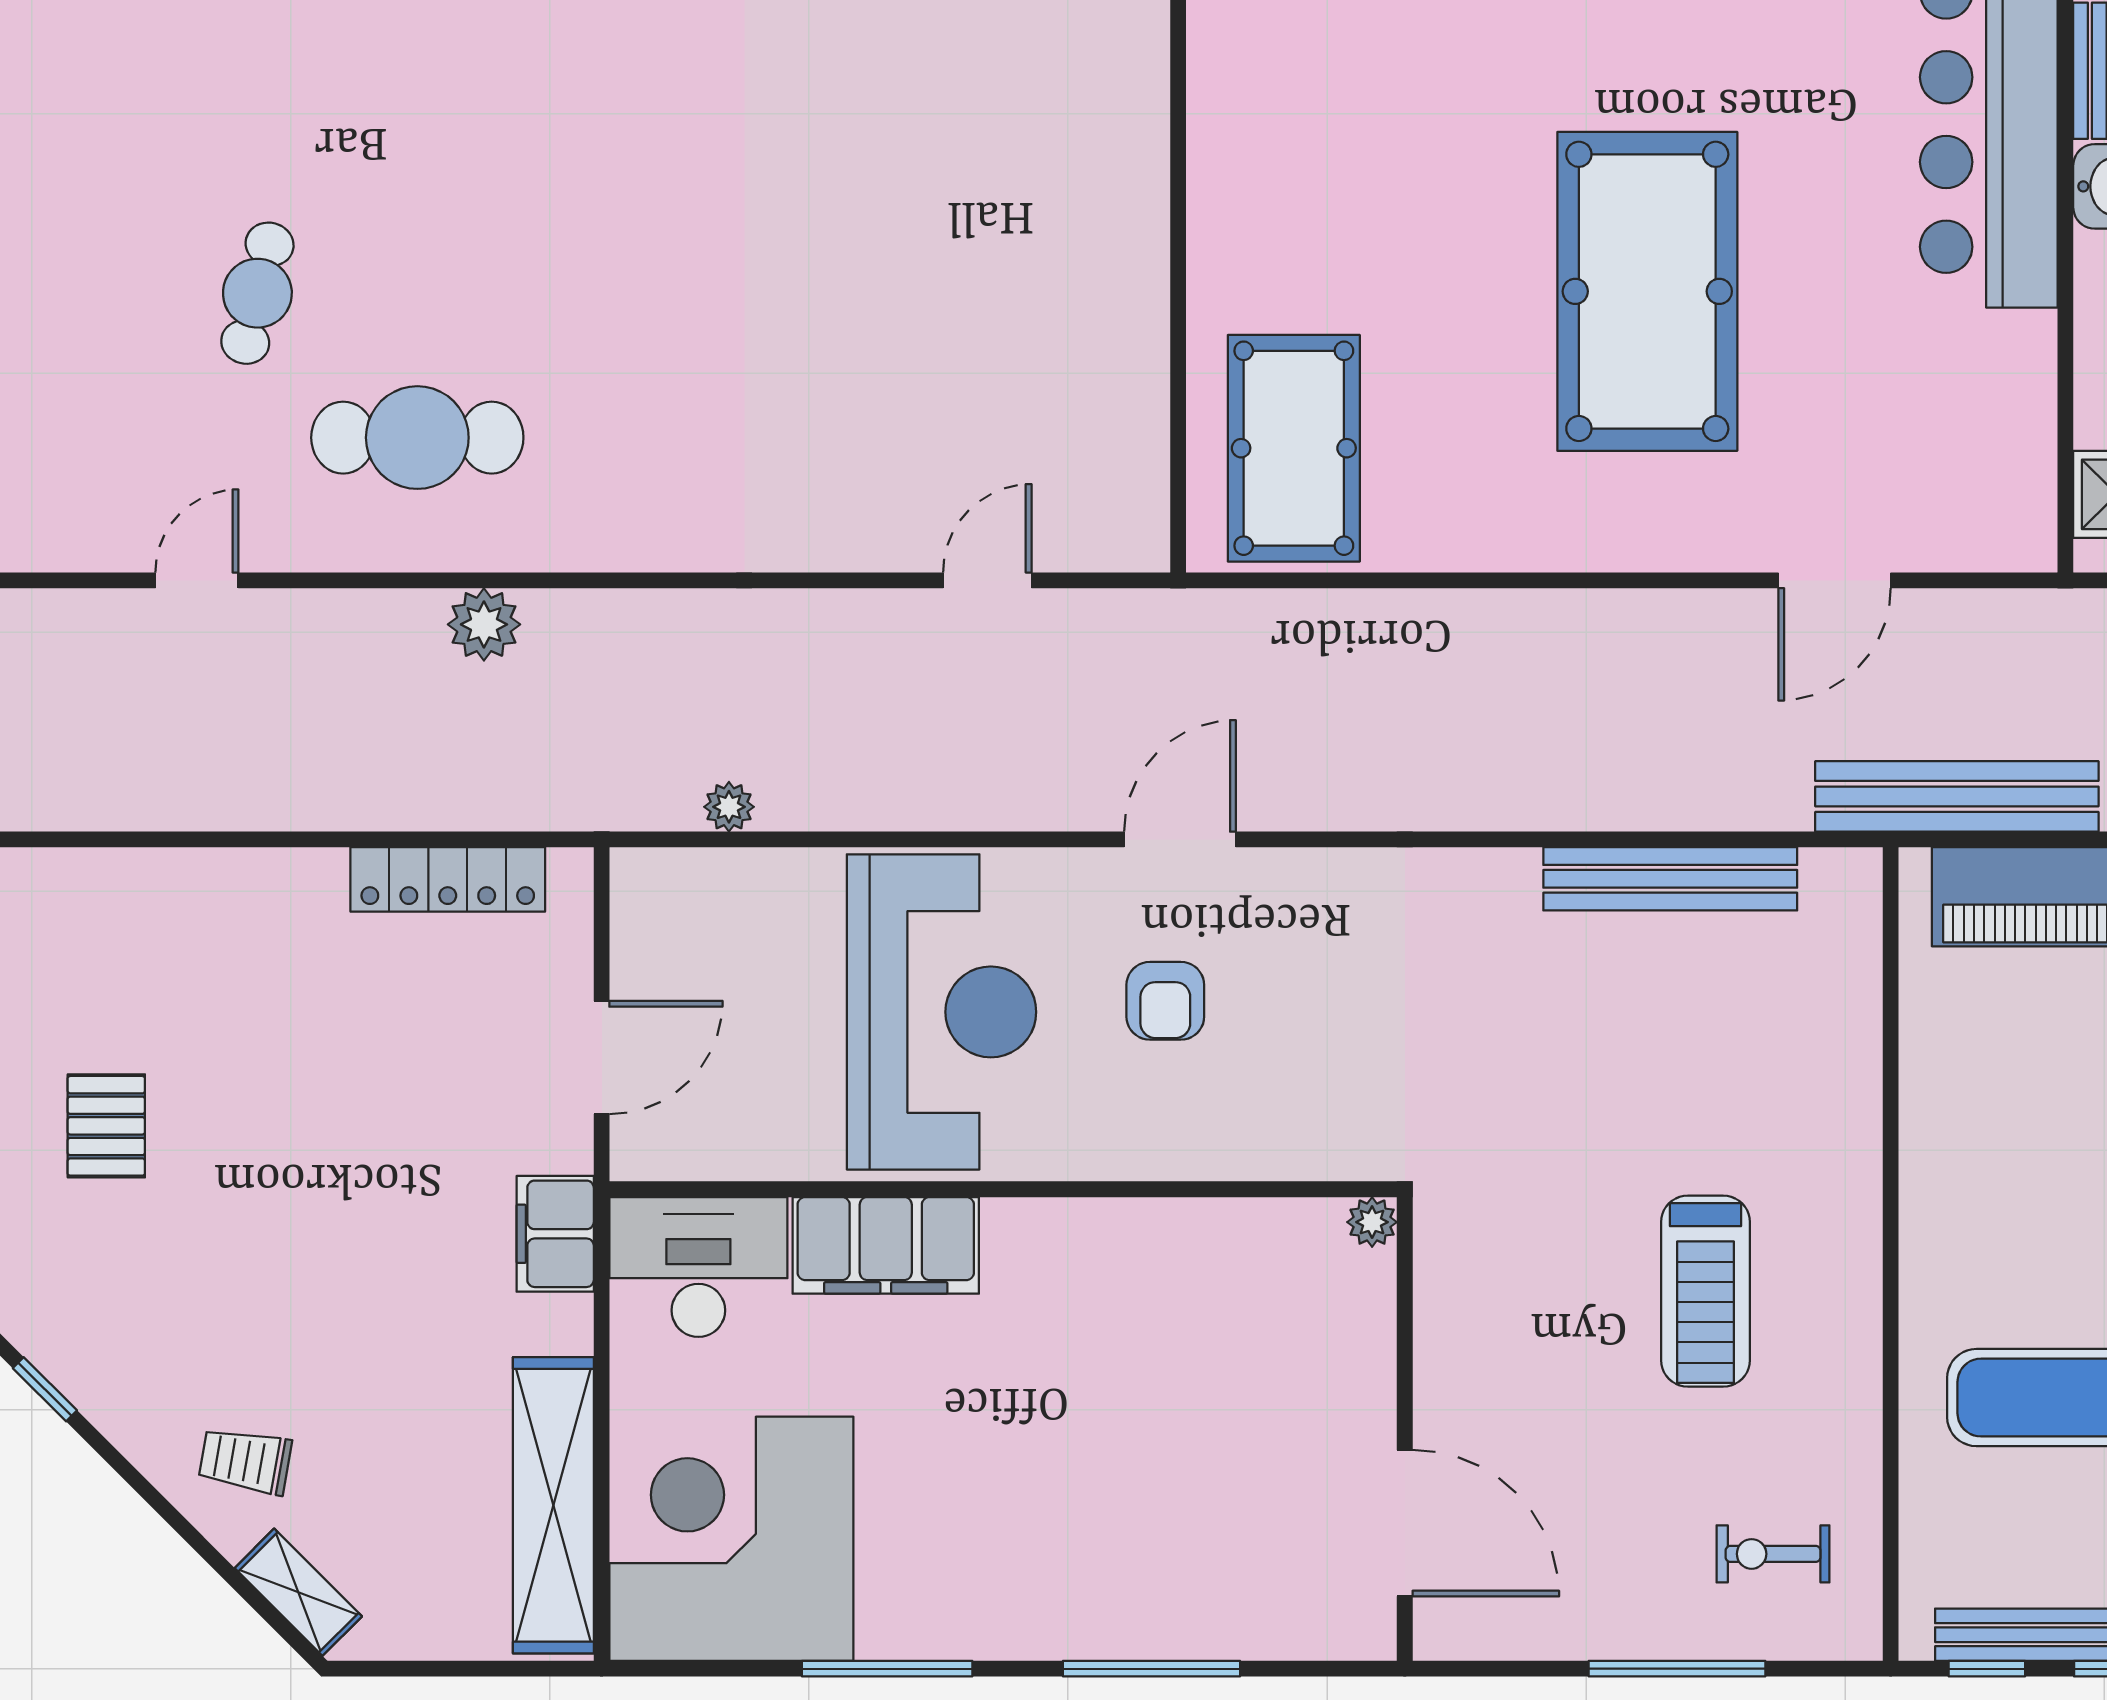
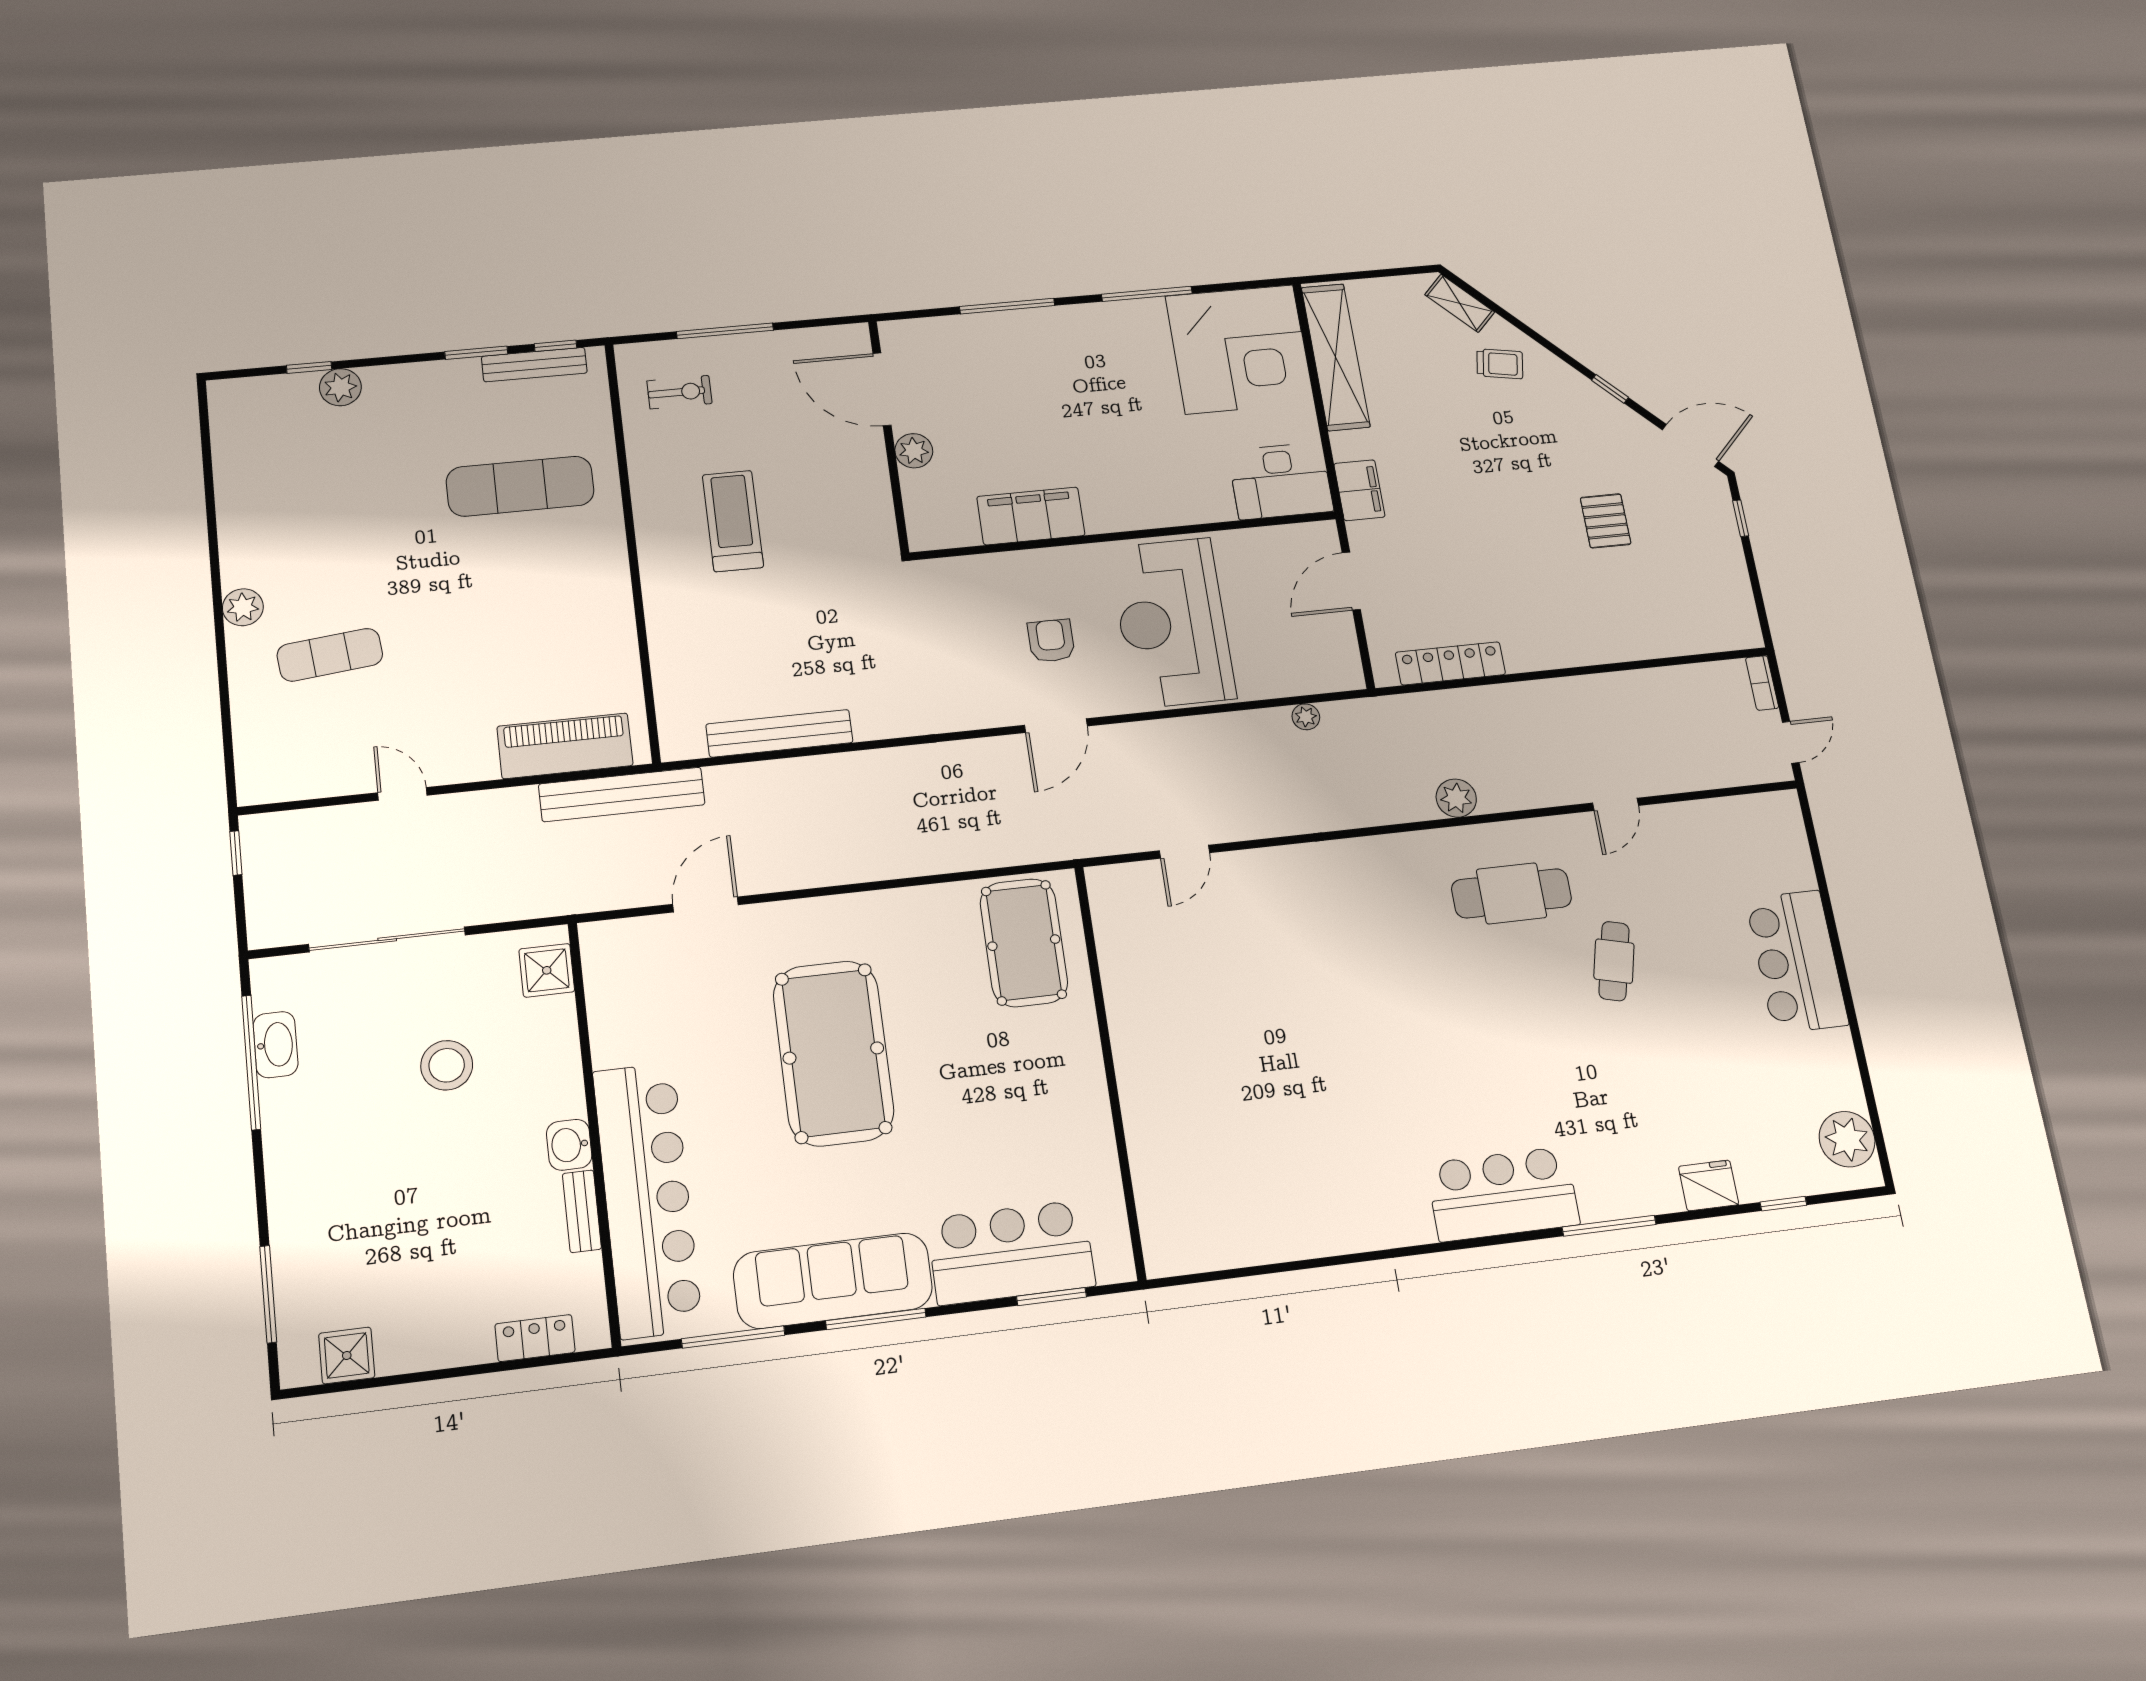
plant: (1372, 1222) -> (914, 451), moved, width x1.38, depth x1.38
filing cabinet: (886, 1245) -> (1031, 516), moved

